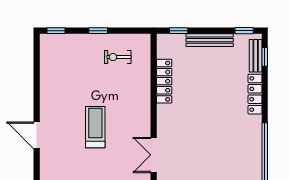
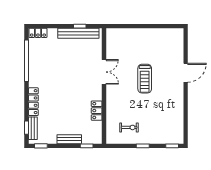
bench: (210, 40) -> (69, 139), width x0.73
locker: (164, 81) -> (97, 111), width x0.66
door: (37, 135) -> (186, 73), hinge flipped
double door: (154, 155) -> (104, 72), moved

